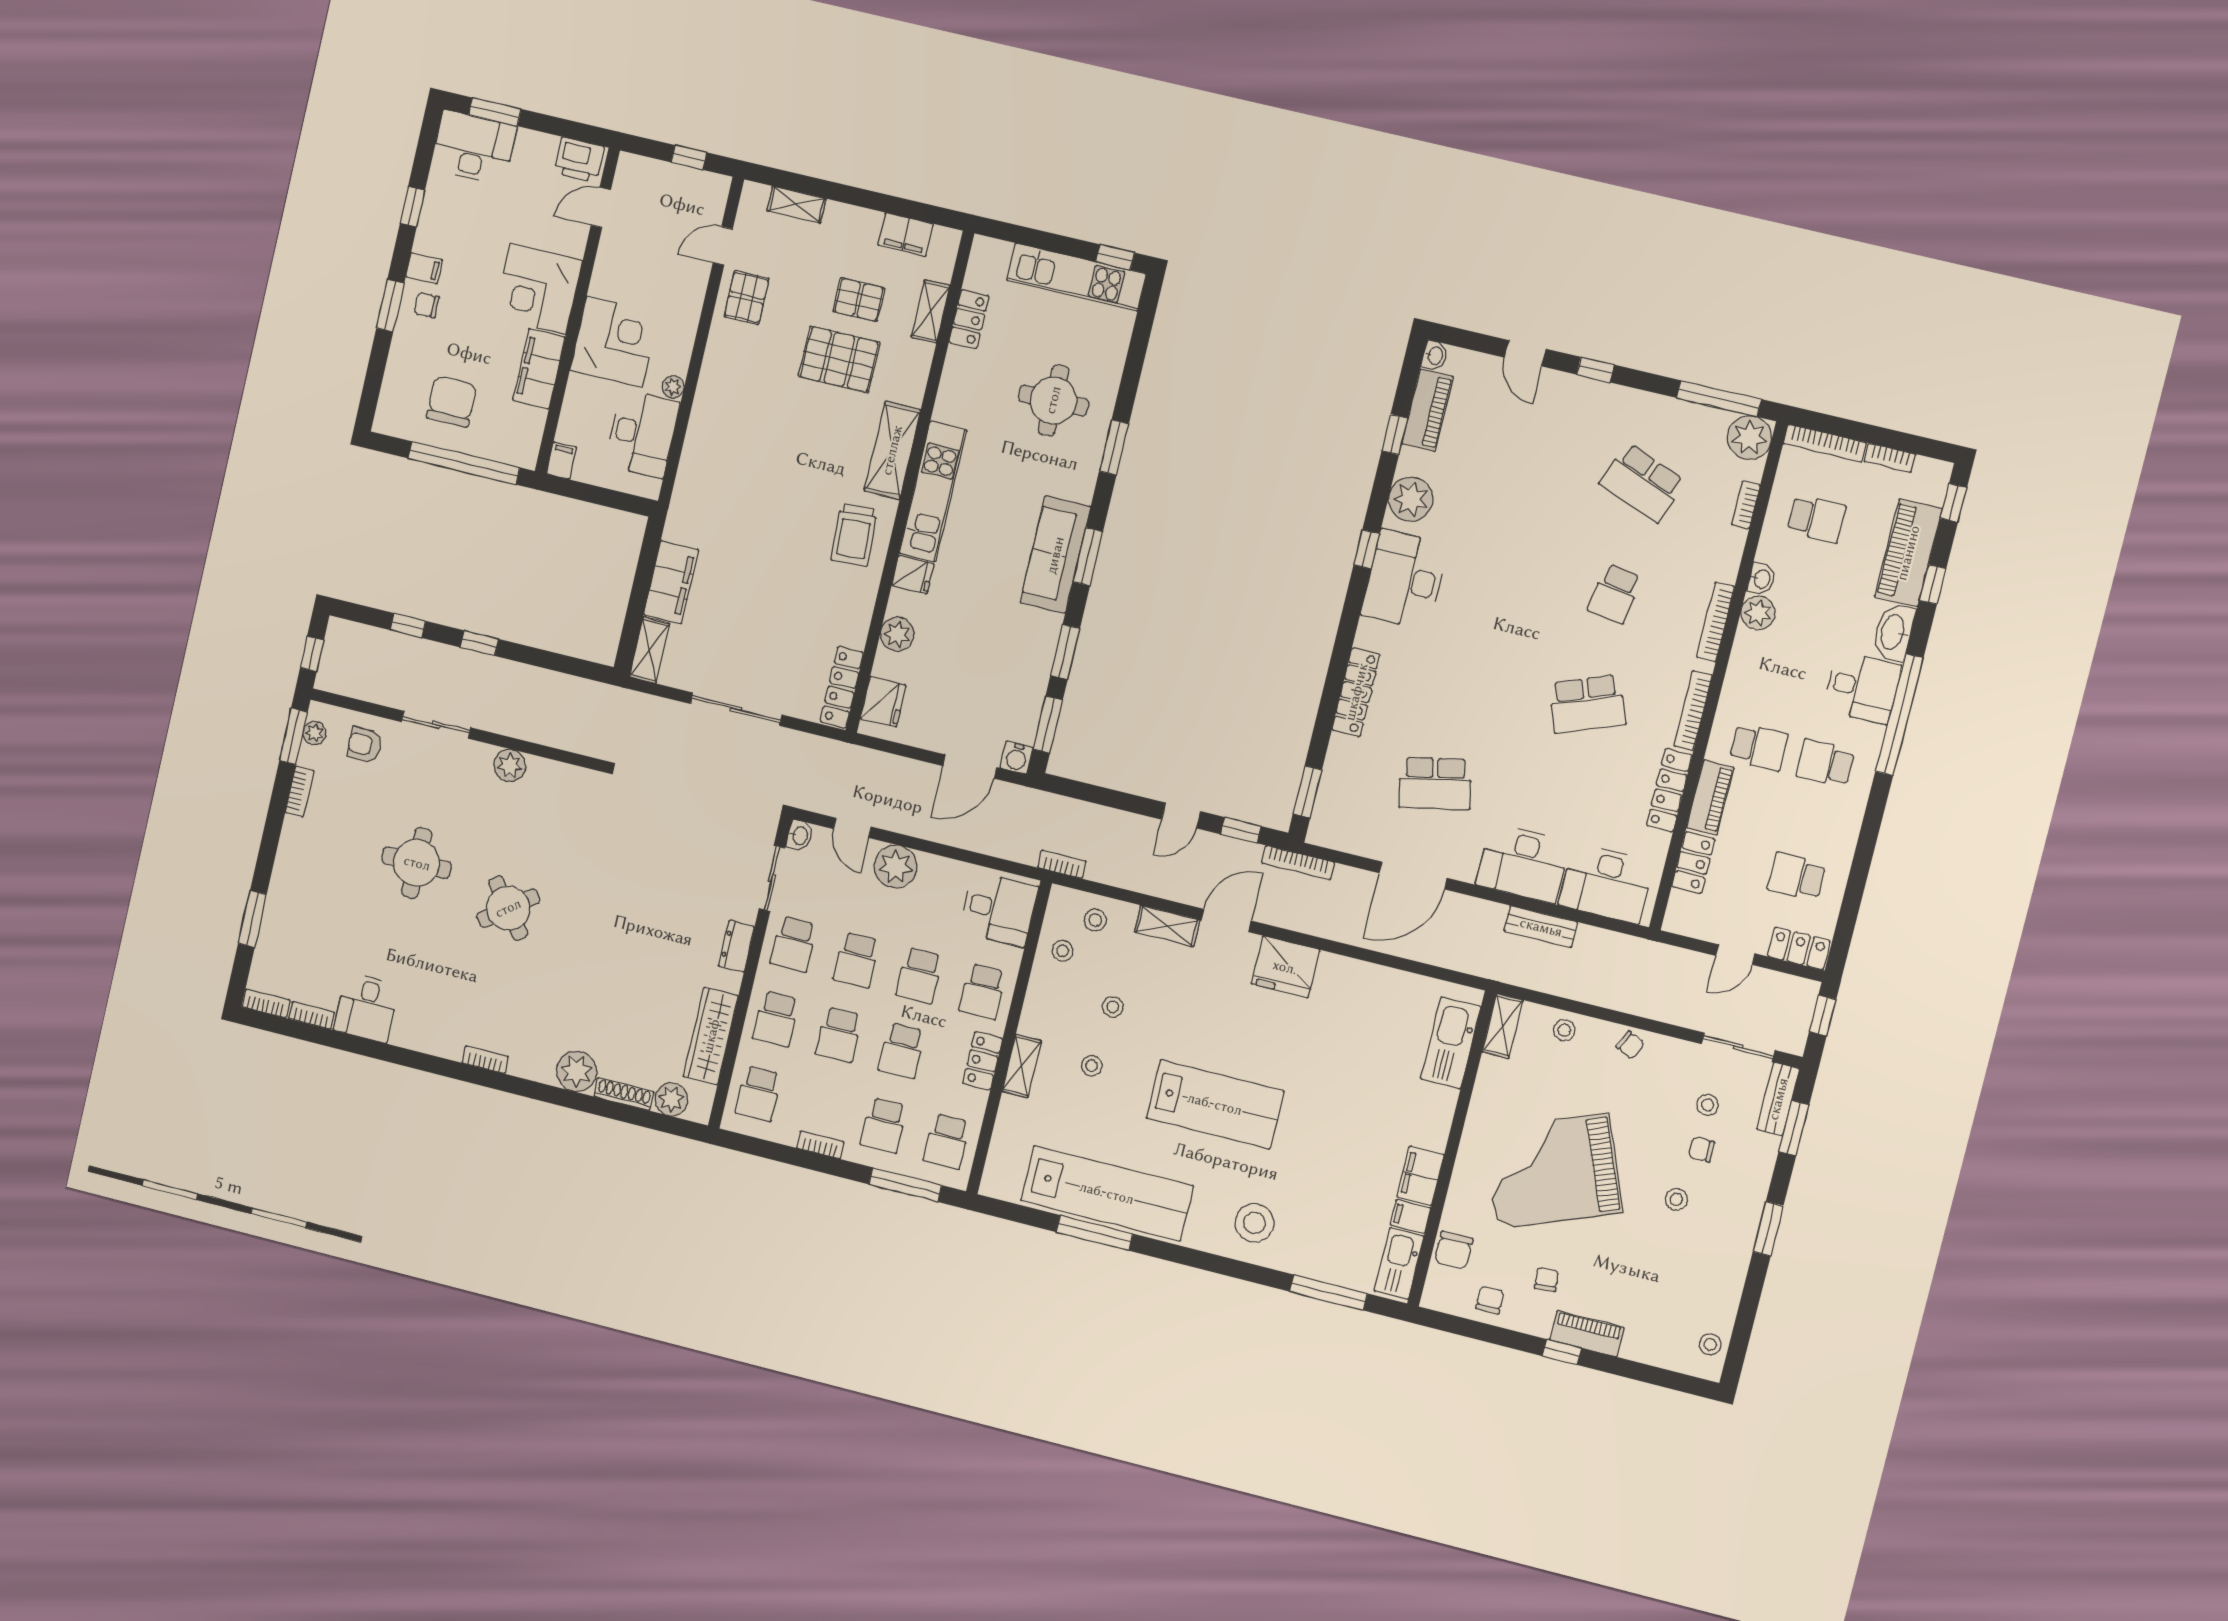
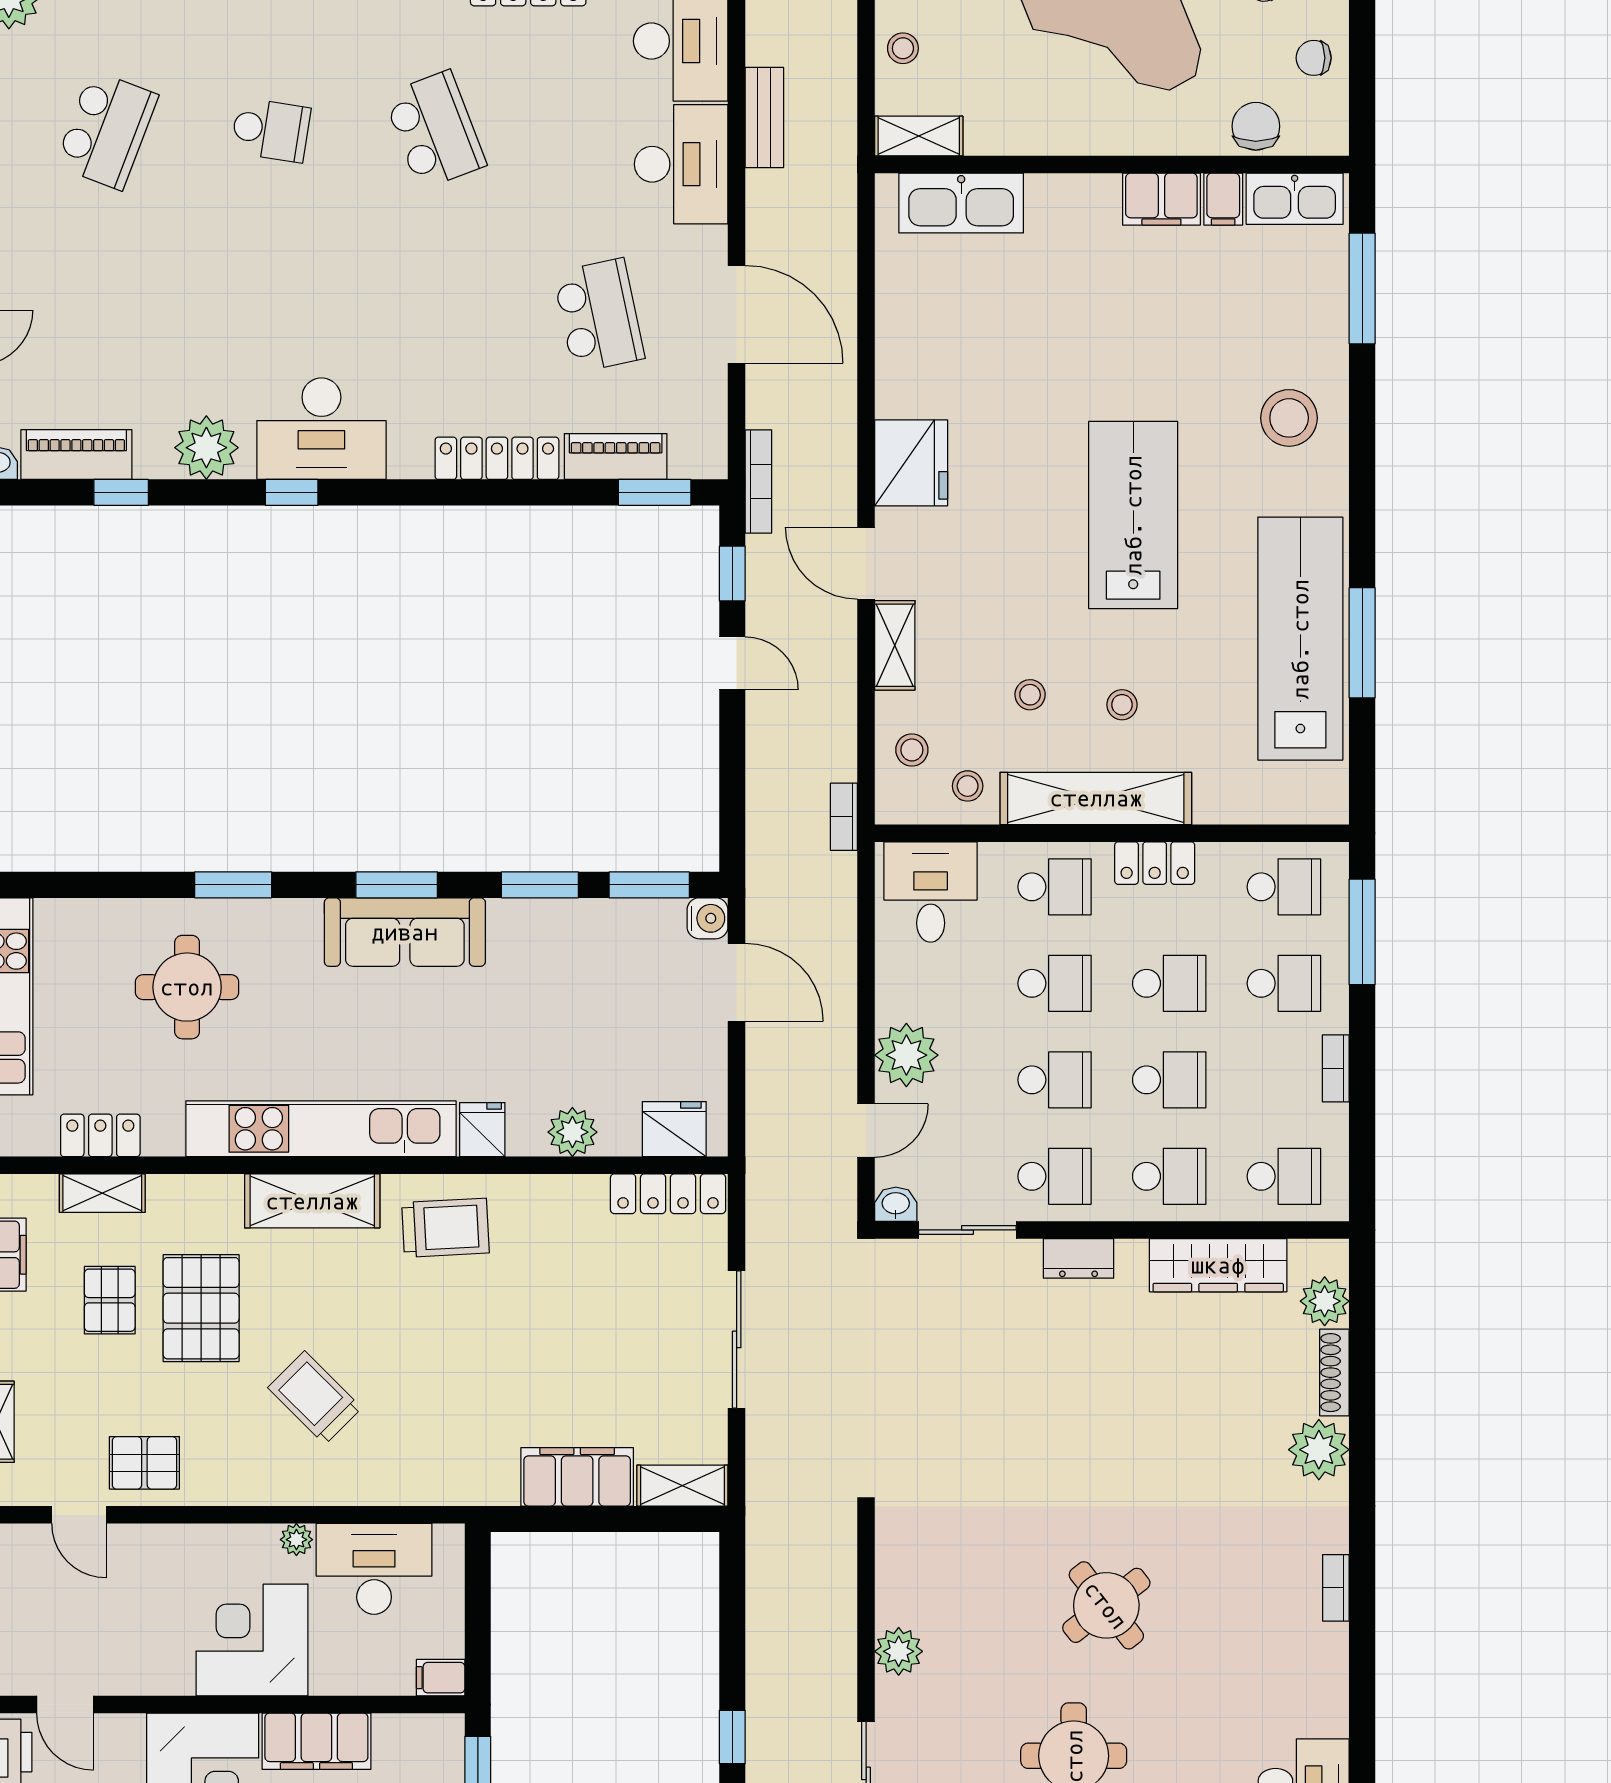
trolley: (763, 421) -> (315, 1398), added
kitchen unit: (933, 492) -> (321, 1129), width x1.36
piano: (1338, 772) -> (616, 456), added
shelving: (1022, 1066) -> (1096, 798), width x2.20, depth x1.33
chair: (1454, 1250) -> (1256, 126), turned -90

